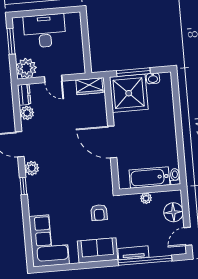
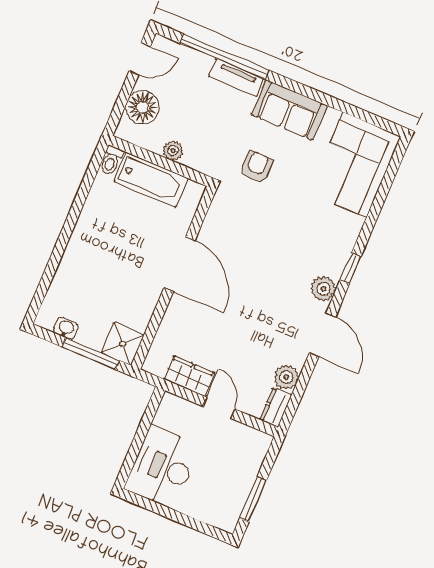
desk: (45, 31) -> (162, 467), moved, turned 90
plant: (26, 68) -> (251, 446), removed
wardrobe: (89, 86) -> (189, 376), moved
shower: (129, 93) -> (123, 344), width x0.54, depth x0.54

